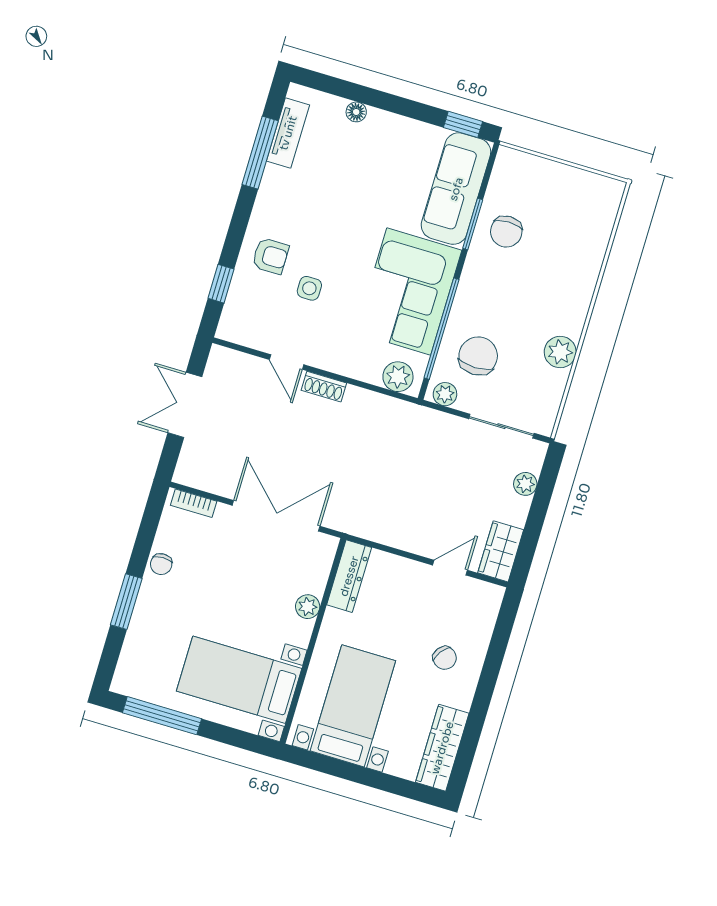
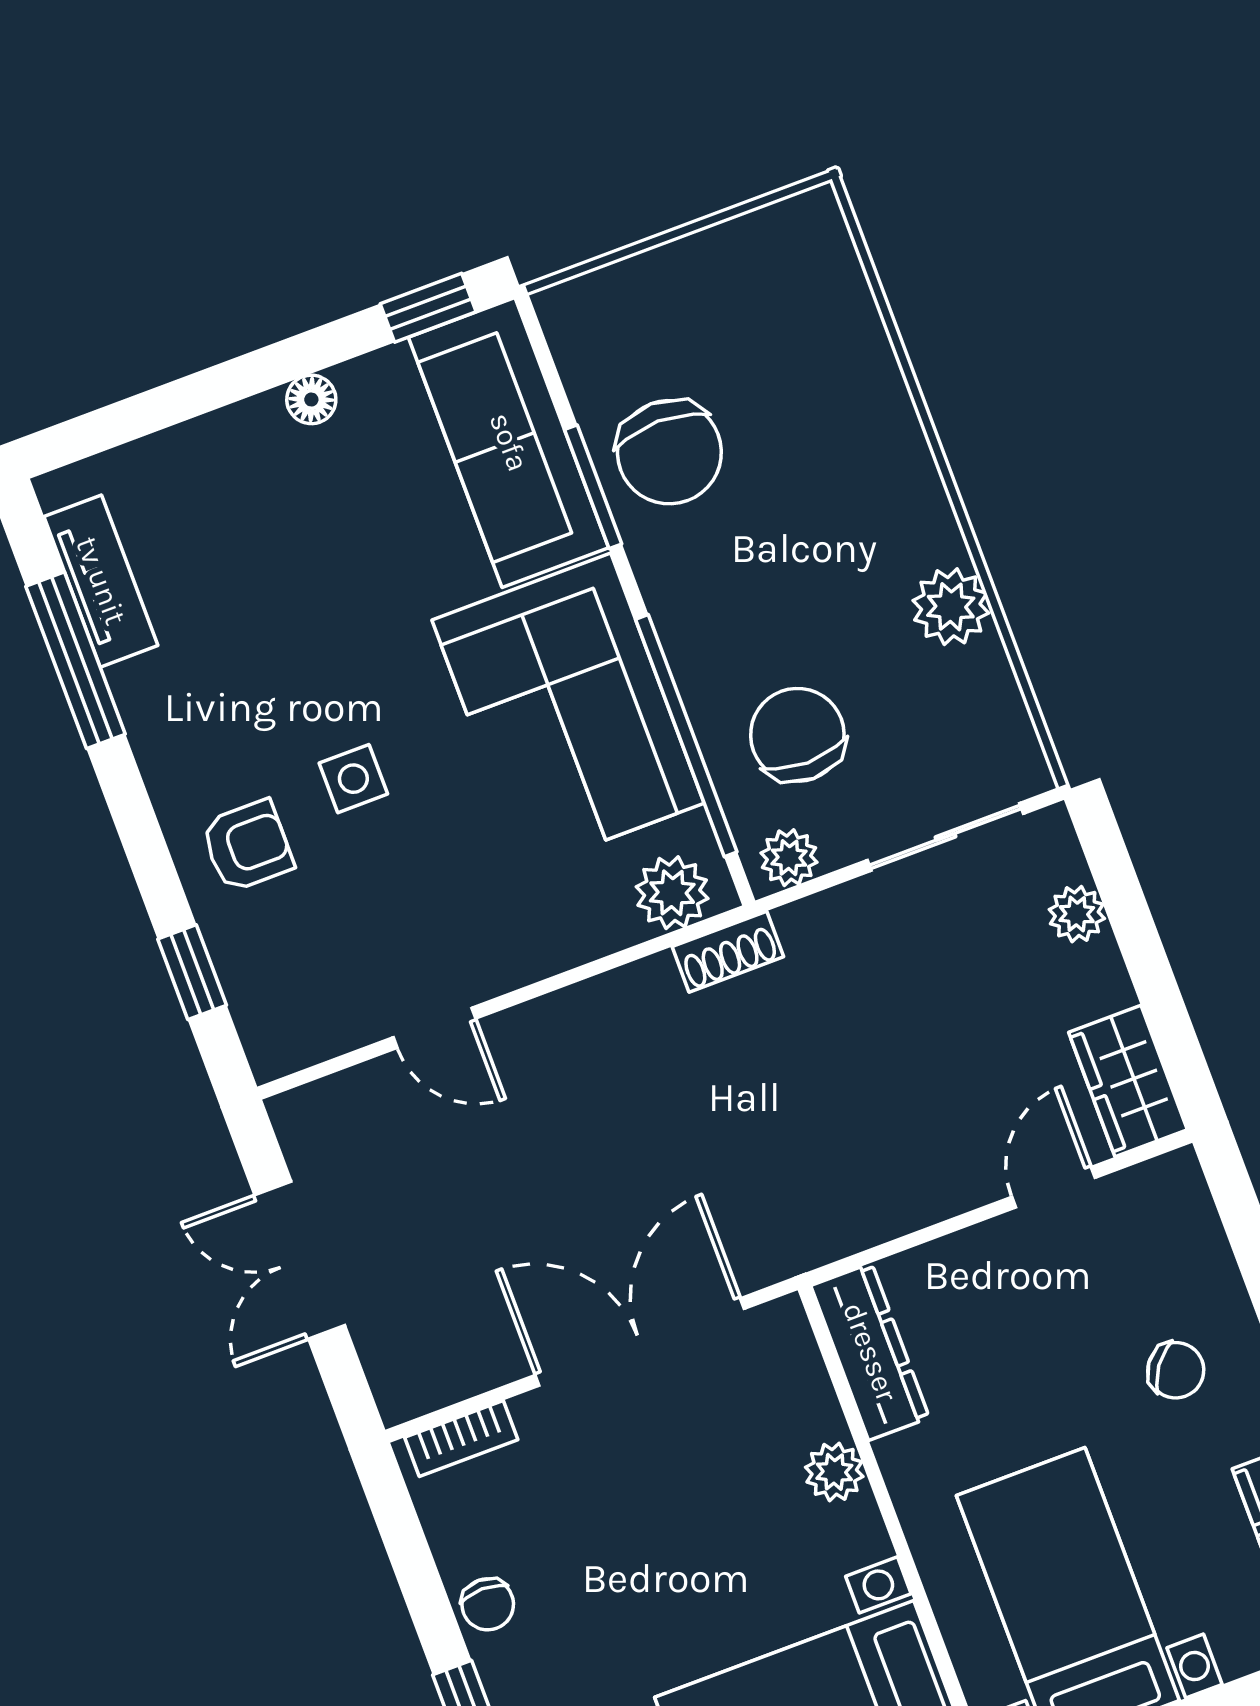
floor lamp: (356, 112) -> (311, 399), moved
chair: (506, 232) -> (669, 452), width x1.37, depth x1.37
side table: (309, 288) -> (353, 779), moved
shoe rack: (324, 387) -> (728, 952), moved

